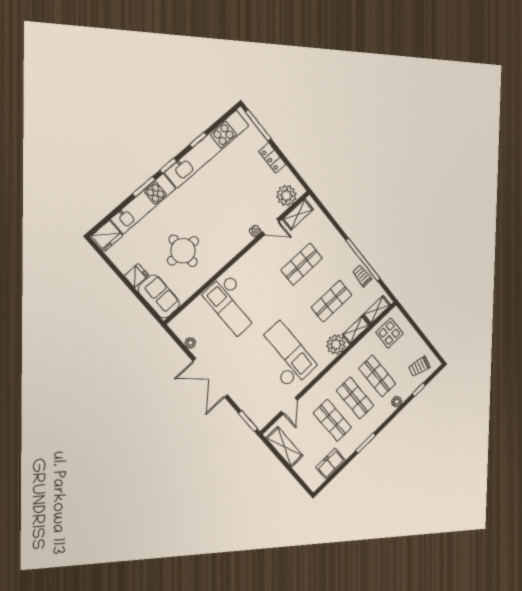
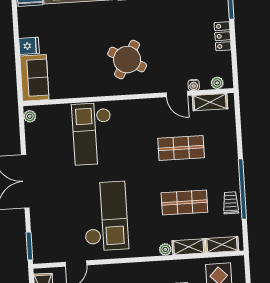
plant: (286, 195) -> (217, 83), width x0.53, depth x0.53
water cooler: (255, 231) -> (194, 85), moved
round table: (183, 251) -> (127, 60), moved, turned 30
plant: (190, 343) -> (30, 116), moved
plant: (336, 344) -> (165, 249), width x0.53, depth x0.53

